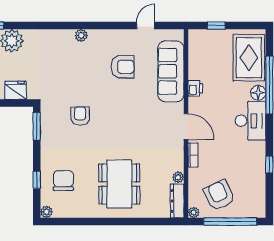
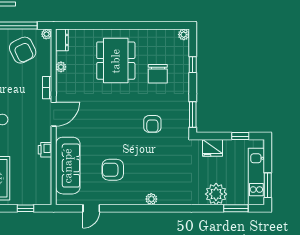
door: (186, 127) -> (54, 114), swing flipped
chair: (63, 181) -> (158, 74), moved
dresser: (177, 201) -> (62, 40), width x0.70

